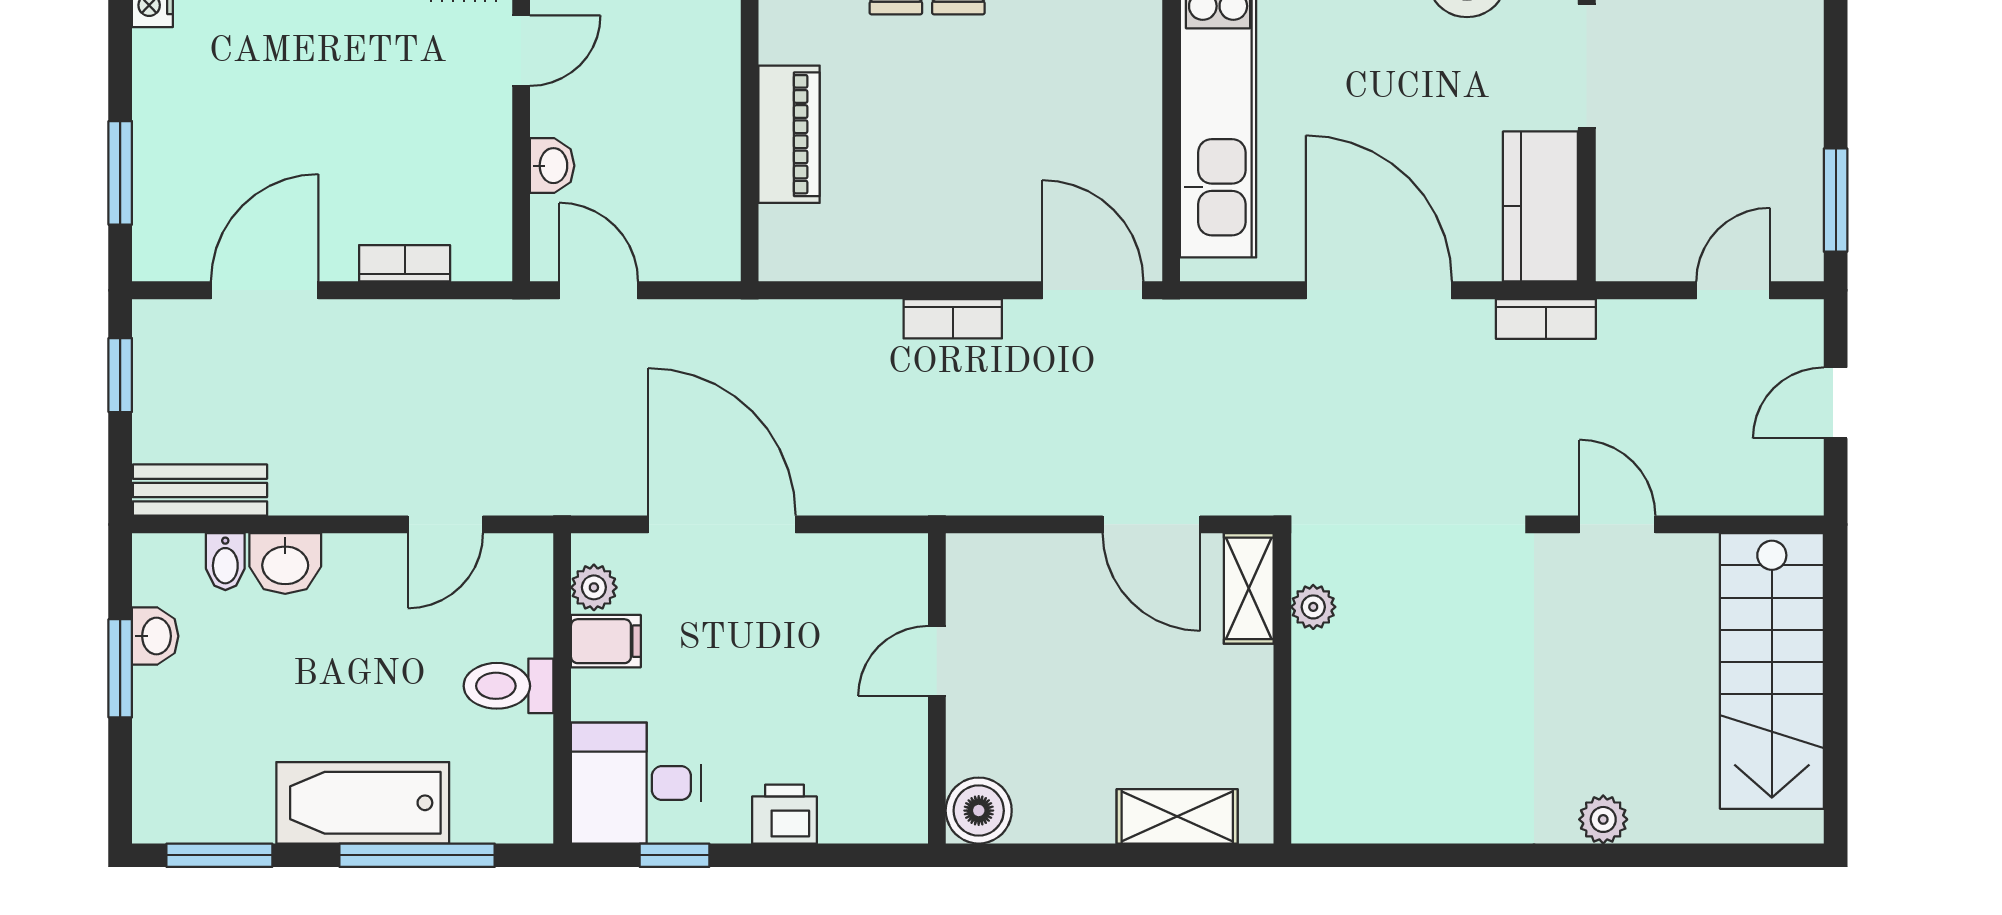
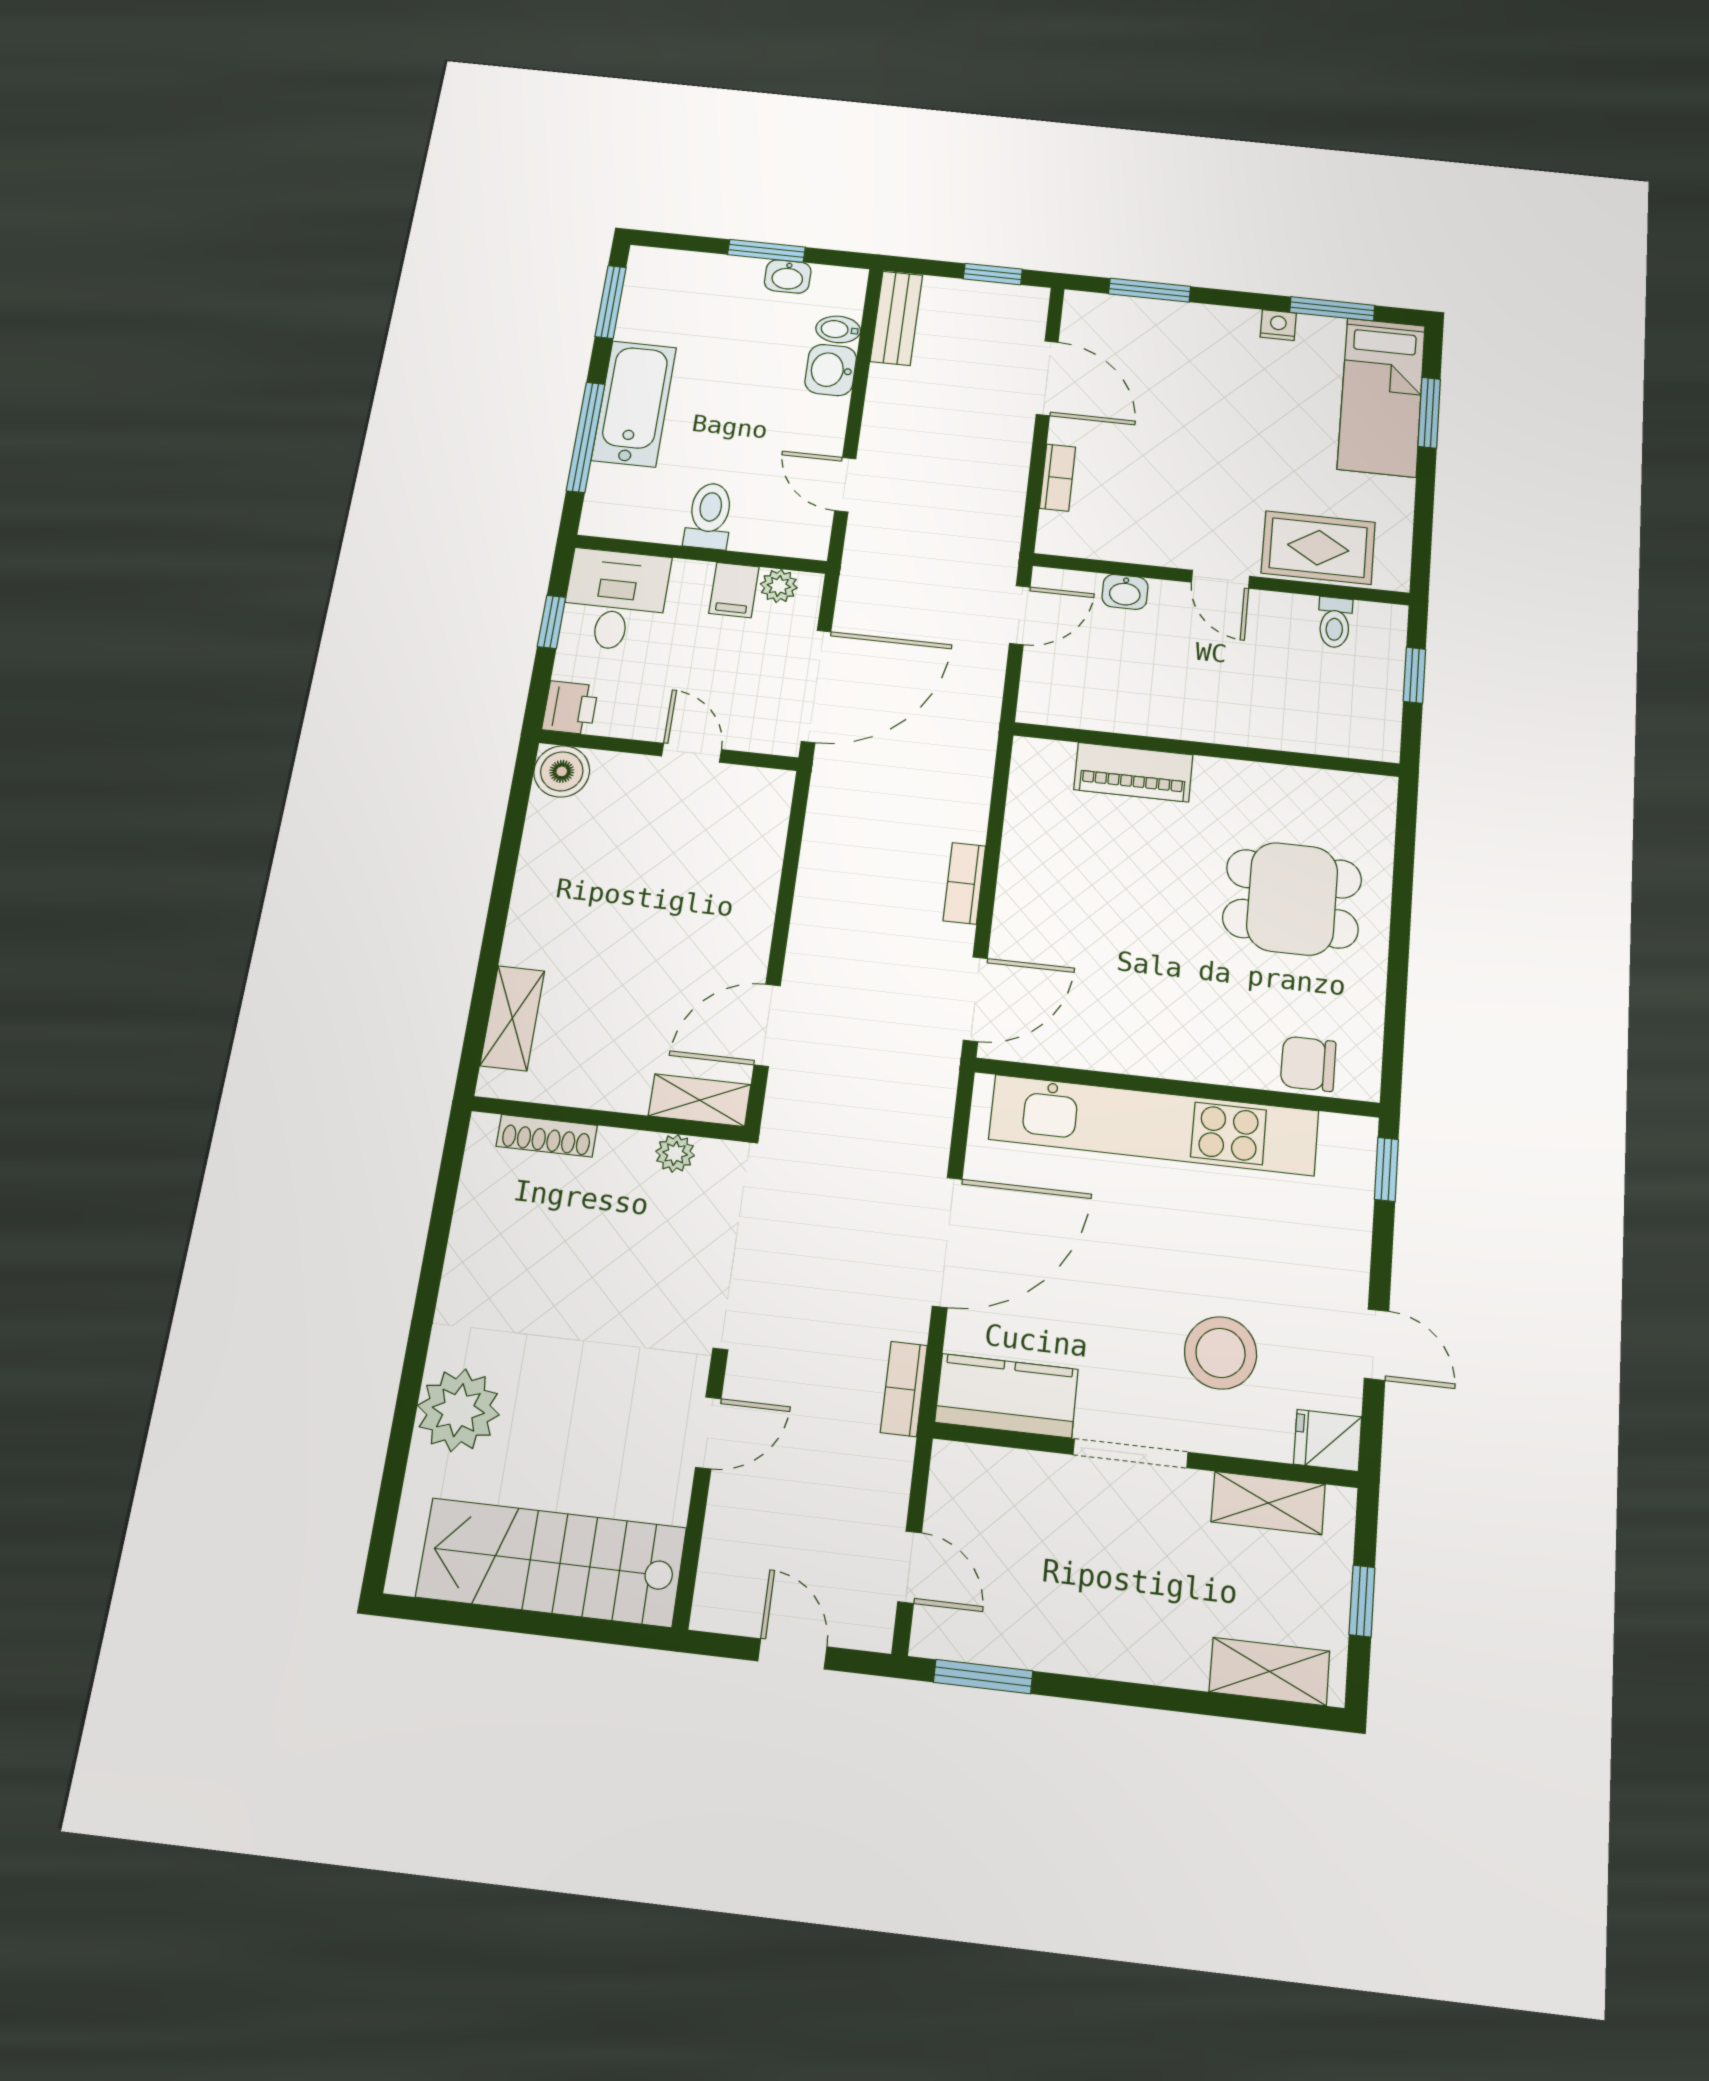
door: (937, 661) -> (691, 753), moved
wall: (937, 688) -> (669, 750), moved
shoe rack: (1310, 754) -> (547, 1136), added
boiler: (979, 811) -> (562, 771), moved
plant: (1603, 819) -> (458, 1410), width x1.87, depth x1.87

